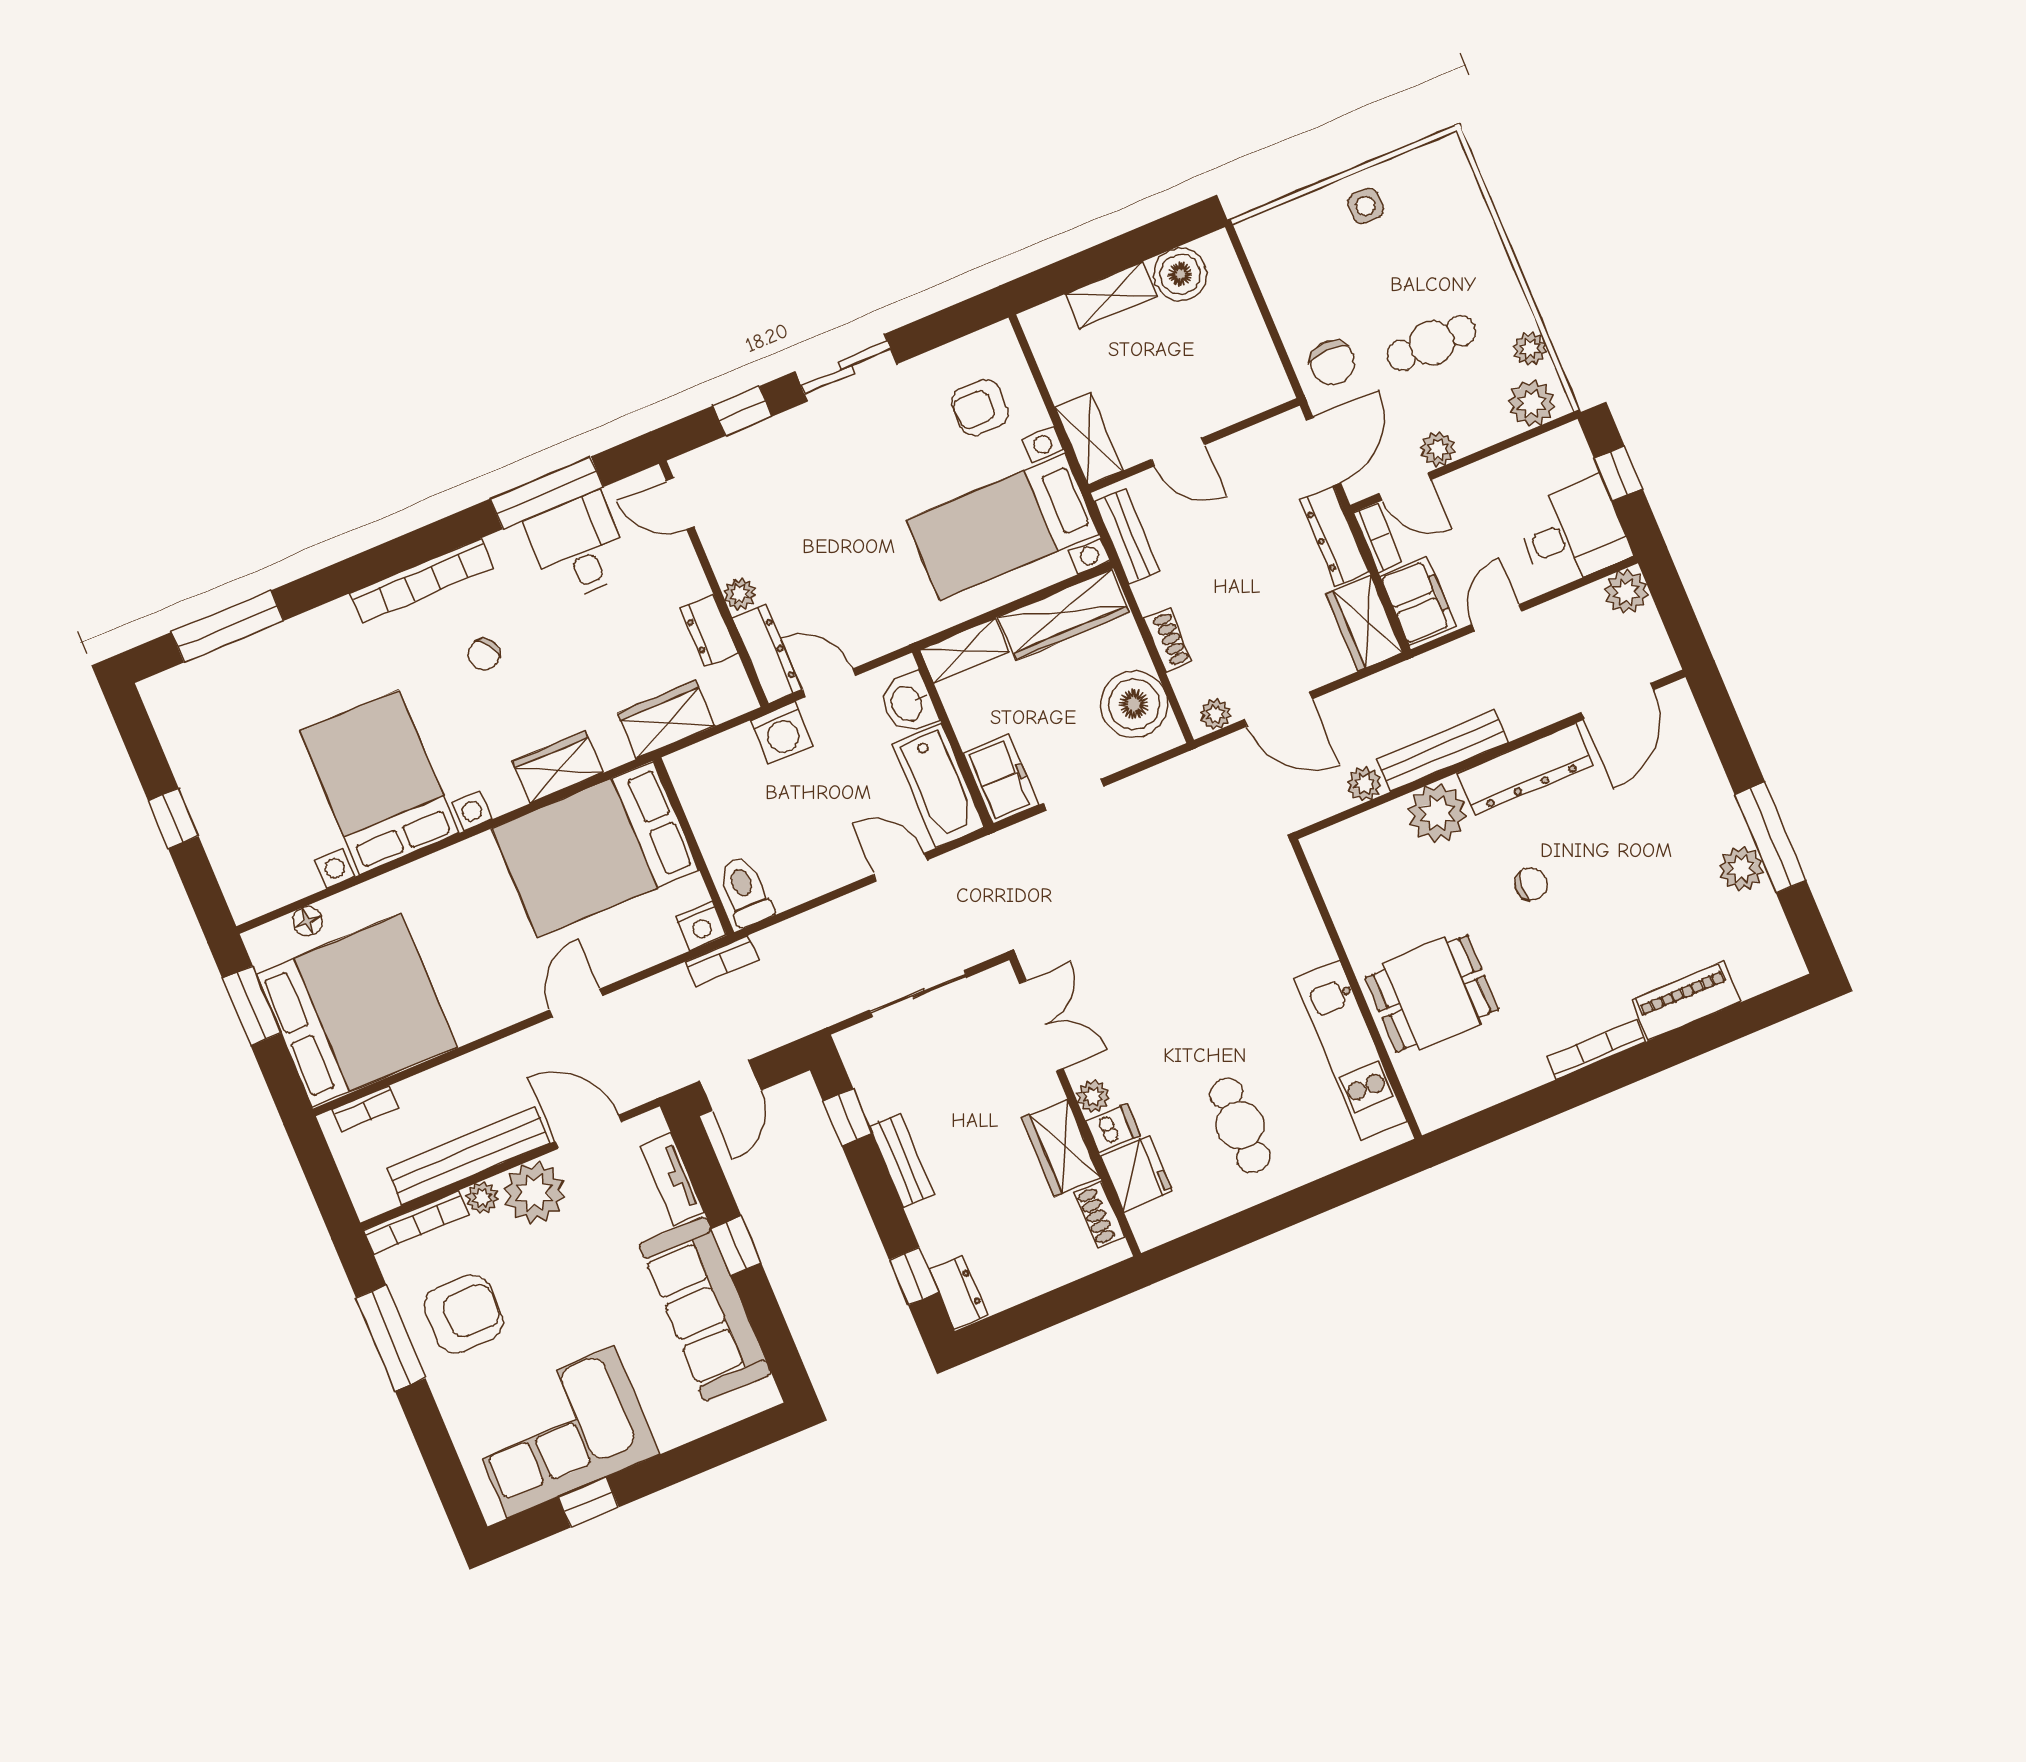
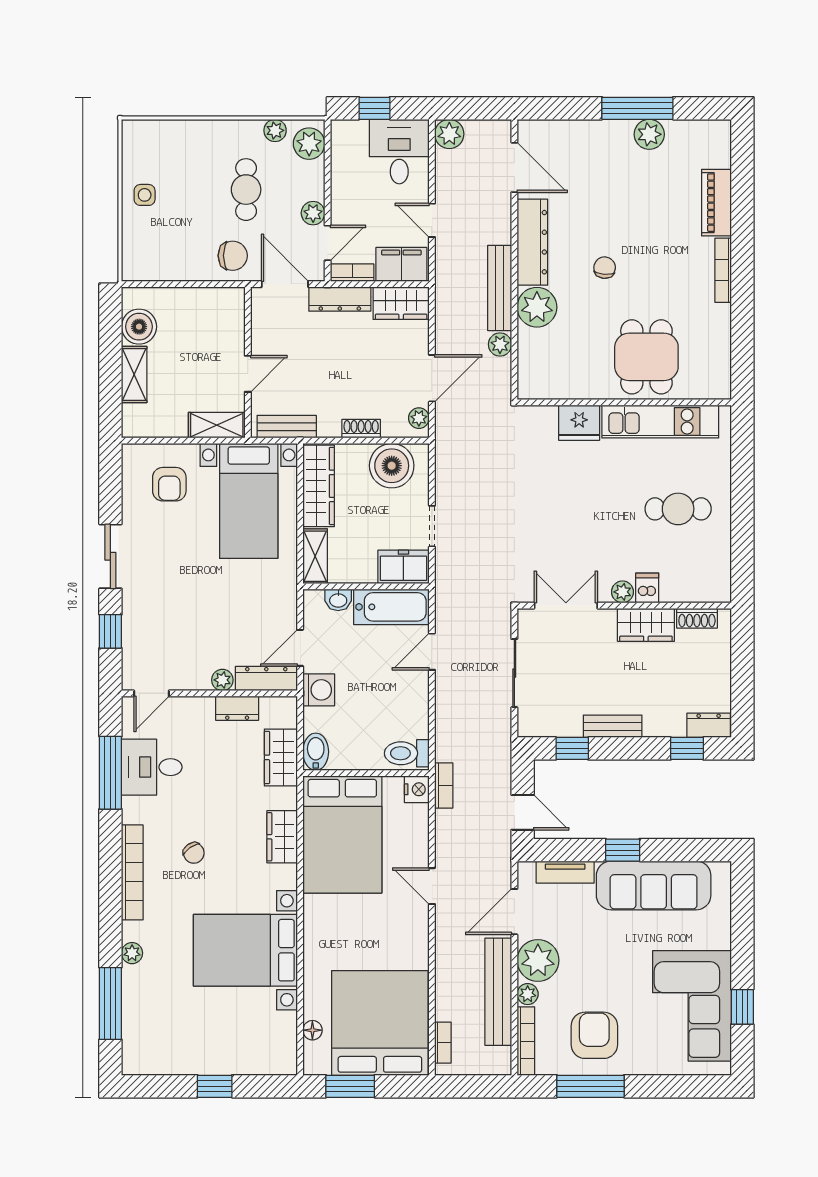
plant: (310, 627) -> (132, 953), added
washbasin: (908, 703) -> (338, 600), width x0.72, depth x0.69
bidet: (694, 764) -> (316, 752), added
fridge: (1136, 1174) -> (579, 423), moved, turned 180

